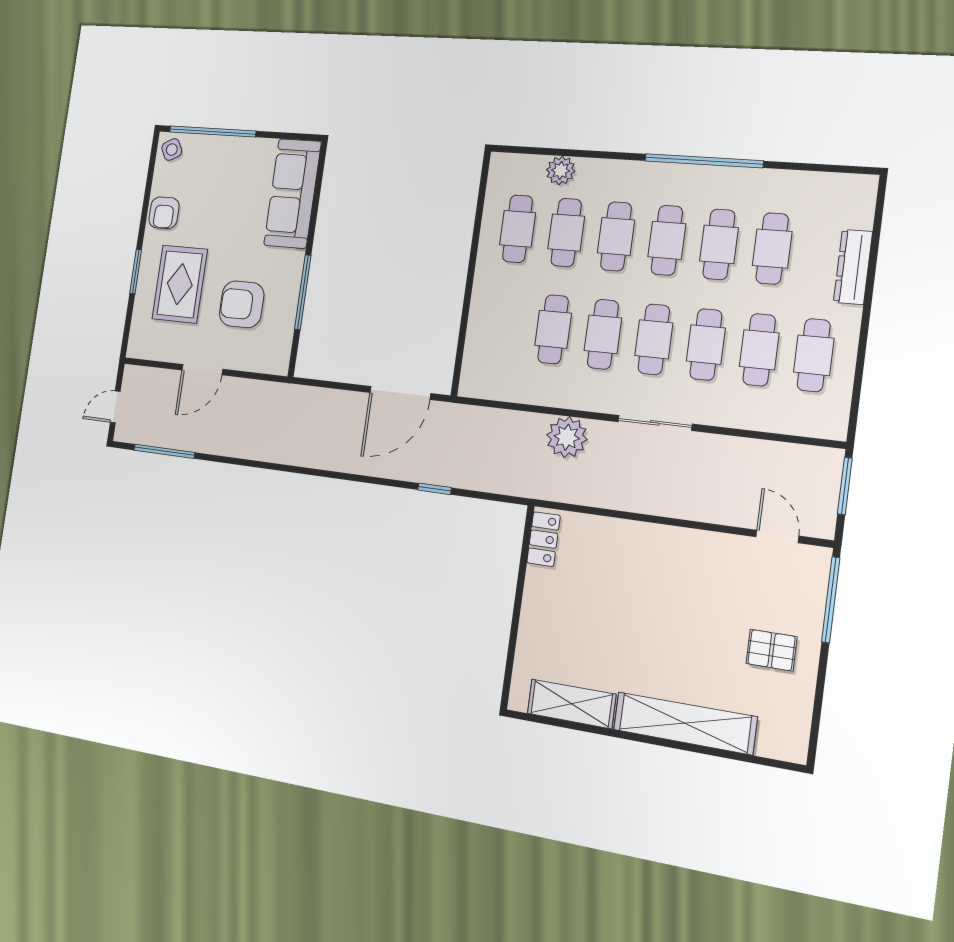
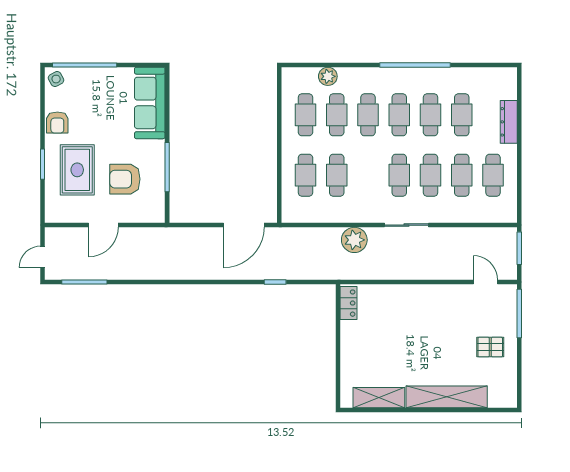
cafe table: (603, 334) -> (305, 175), moved

